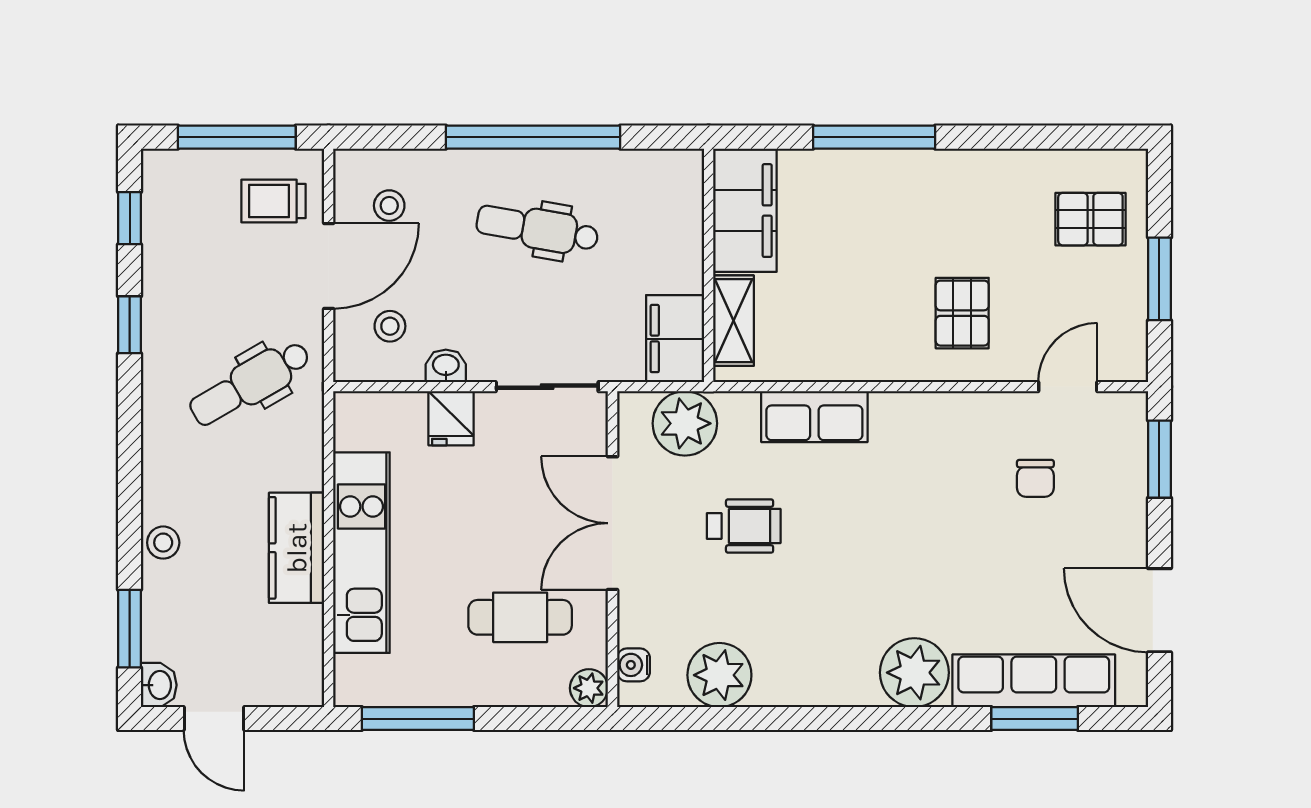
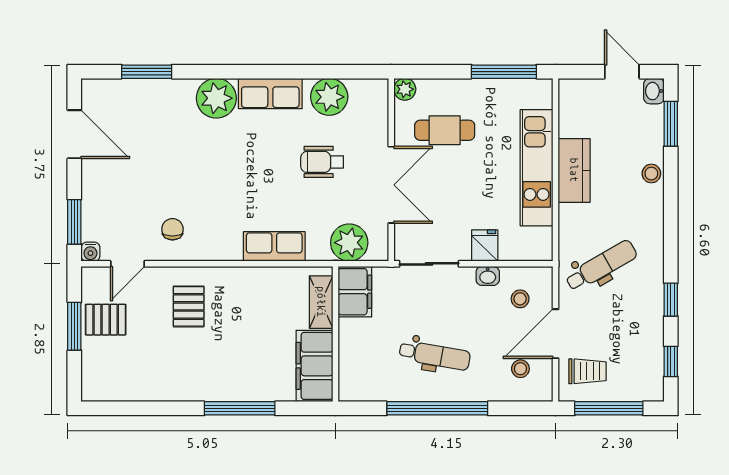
pallet: (1090, 219) -> (106, 320), moved
chair: (1035, 478) -> (172, 229), moved
wheelchair: (744, 526) -> (322, 162), moved
water cooler: (633, 665) -> (90, 252), moved, turned 90
row of seats: (1034, 681) -> (270, 94), moved, width x0.68

